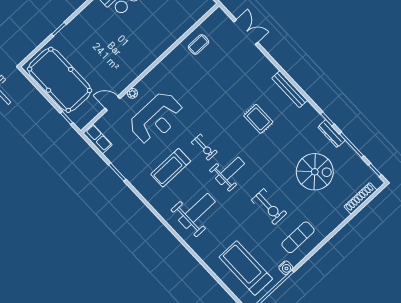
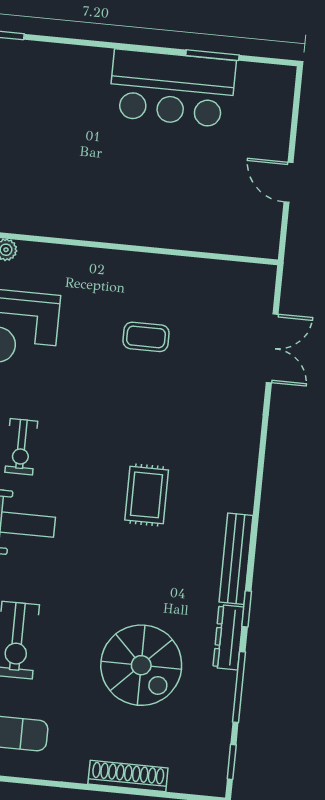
coffee table: (198, 44) -> (146, 337), moved
bench: (290, 89) -> (236, 559), moved
shoe rack: (360, 198) -> (128, 776), moved

